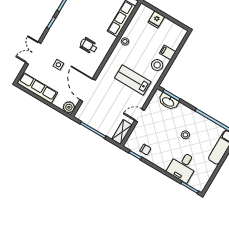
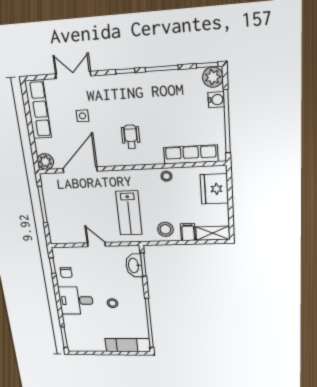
fridge: (156, 20) -> (214, 189), width x1.88, depth x1.34
lab bench: (133, 80) -> (129, 213), turned 180
shelving: (122, 132) -> (213, 233), moved
desk: (183, 167) -> (76, 301), moved

